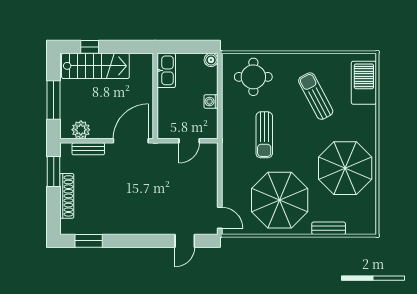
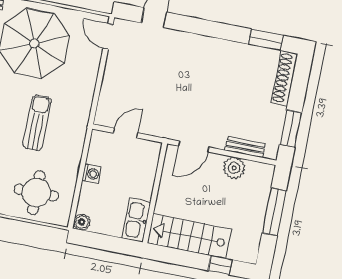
stairs: (95, 66) -> (189, 236), moved
plant: (81, 130) -> (234, 168), moved
door: (131, 141) -> (194, 146), width x0.73
shoe rack: (67, 196) -> (285, 78), moved

